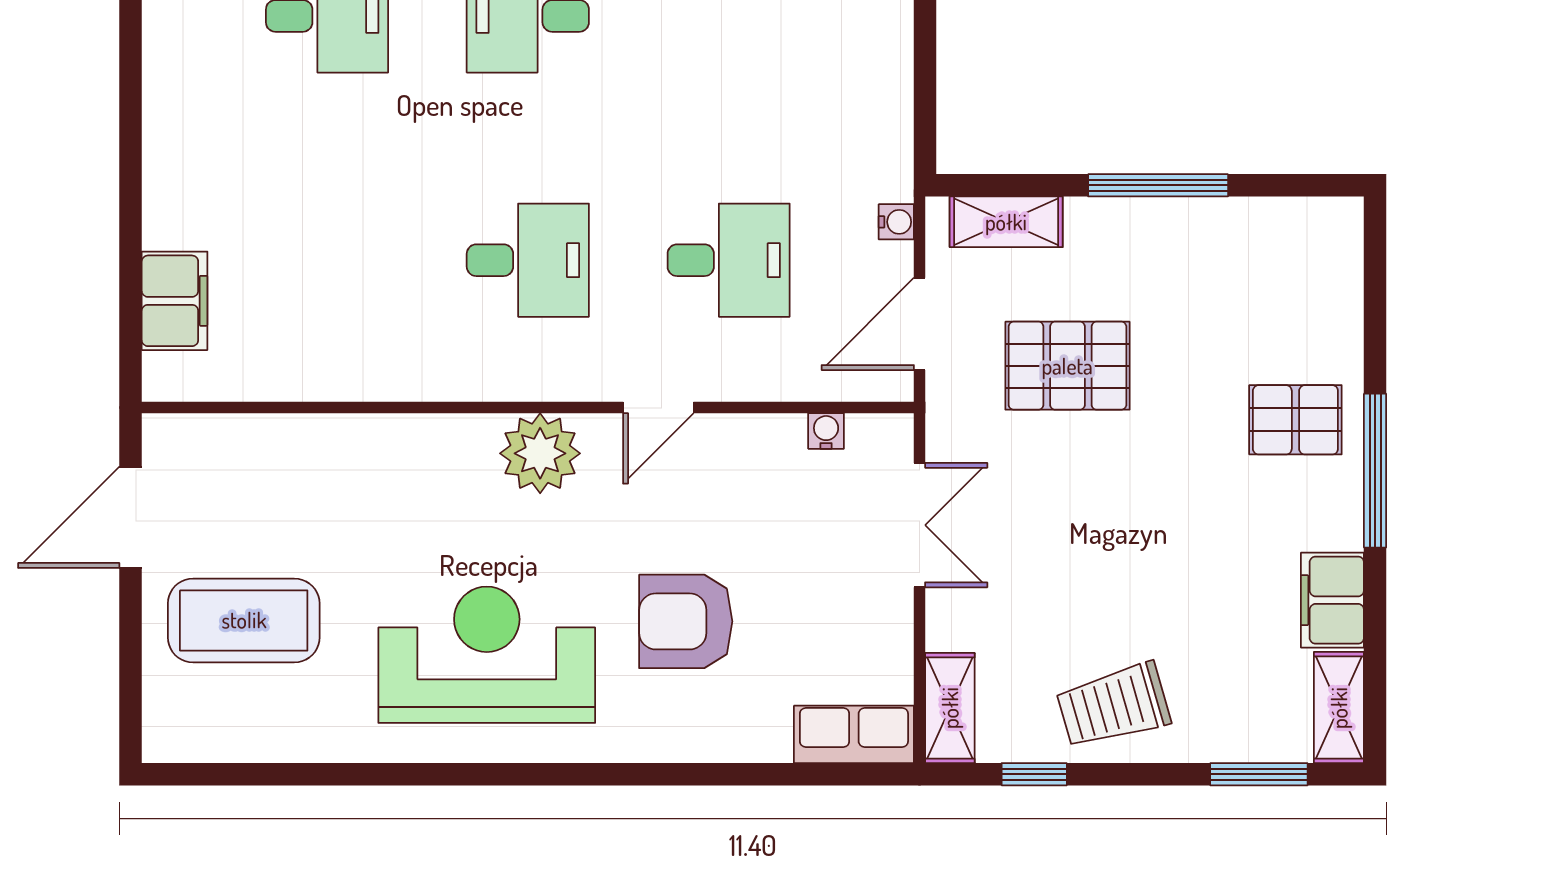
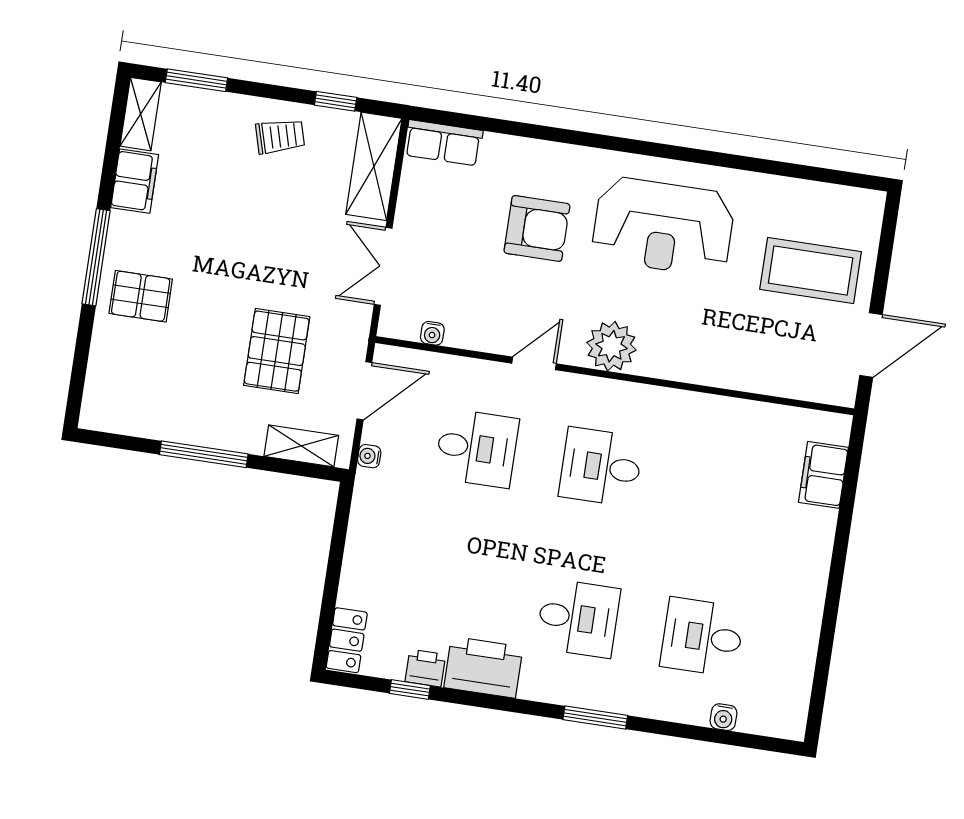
desk: (729, 260) -> (477, 448), turned 180
pallet: (1067, 366) -> (277, 351), turned 90
trolley: (1113, 706) -> (280, 136), width x0.73, depth x0.72
shelving: (950, 708) -> (374, 166), width x1.50, depth x1.33

